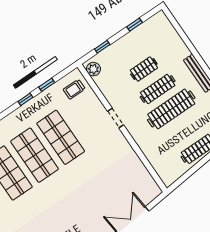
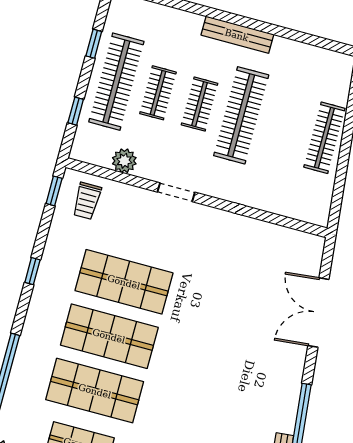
clothes rail: (130, 49) -> (116, 82), added
plant: (93, 69) -> (124, 161), moved
window: (47, 85) -> (54, 191), moved
clothes rail: (158, 89) -> (200, 104), width x0.73

